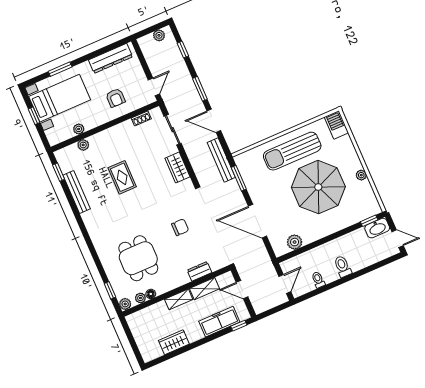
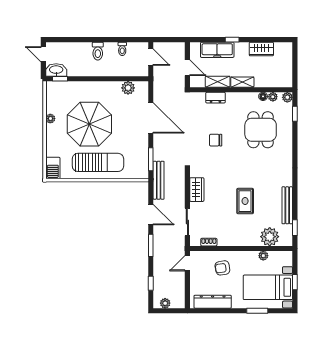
armchair: (115, 98) -> (222, 268), turned -99
plant: (83, 145) -> (270, 237), width x1.88, depth x1.88
door: (285, 284) -> (151, 57), swing flipped
window: (239, 326) -> (232, 40), moved

